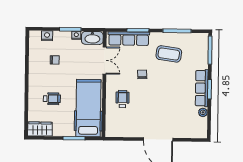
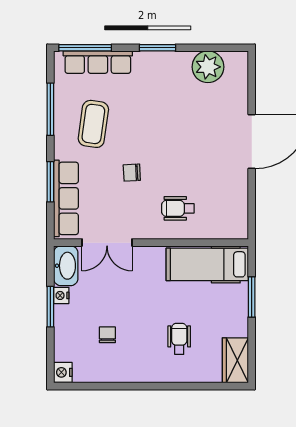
nightstand: (47, 36) -> (63, 372), moved
double door: (105, 60) -> (107, 243), swing flipped
row of seats: (202, 88) -> (98, 62), moved
hospital bed: (88, 108) -> (207, 264), width x0.73, depth x0.78
plant: (203, 112) -> (208, 67), width x1.87, depth x1.87

